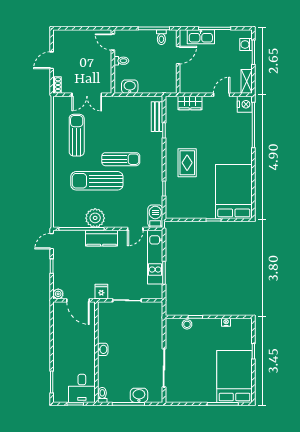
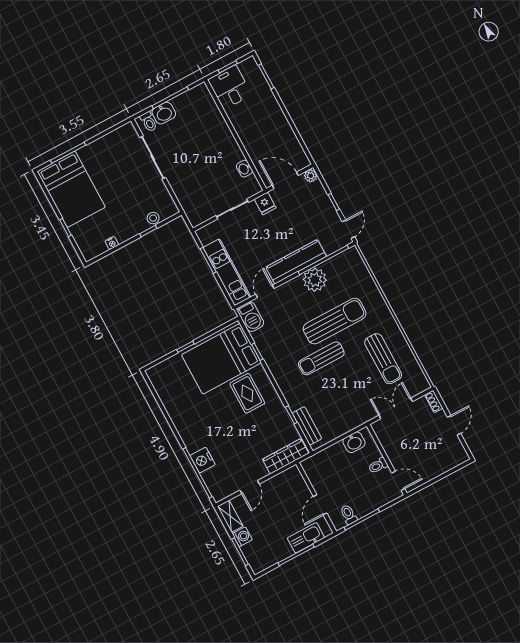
washing machine: (246, 44) -> (242, 537), moved
wardrobe: (190, 103) -> (286, 456), width x1.50
nightstand: (245, 104) -> (203, 460), moved
bed: (234, 192) -> (221, 359), moved, turned 90
kitchen counter: (102, 238) -> (296, 262), width x1.50
washbasin: (103, 349) -> (244, 169), moved
toilet: (102, 395) -> (149, 122), moved

